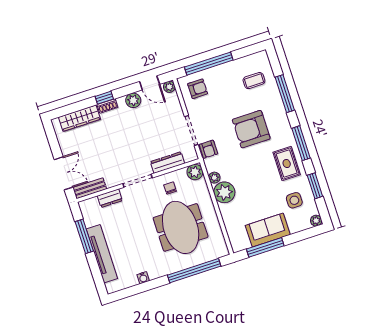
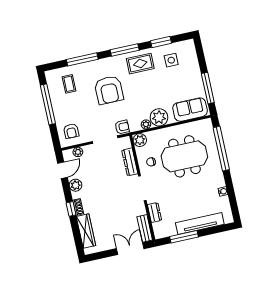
window: (209, 64) -> (48, 104), moved
plant: (169, 87) -> (78, 152), moved
armchair: (198, 89) -> (71, 131), turned 180
plant: (316, 221) -> (190, 44), removed
sofa: (268, 230) -> (190, 110), moved, turned 90

